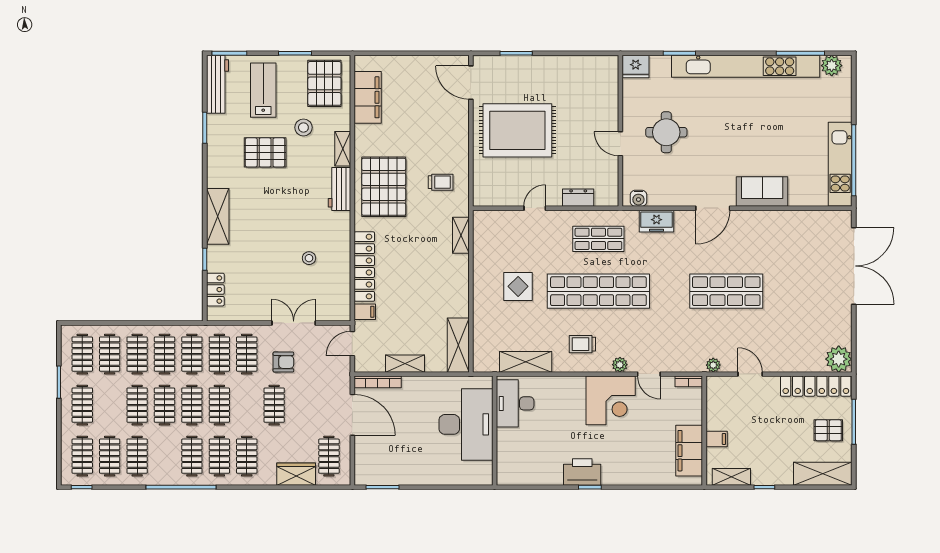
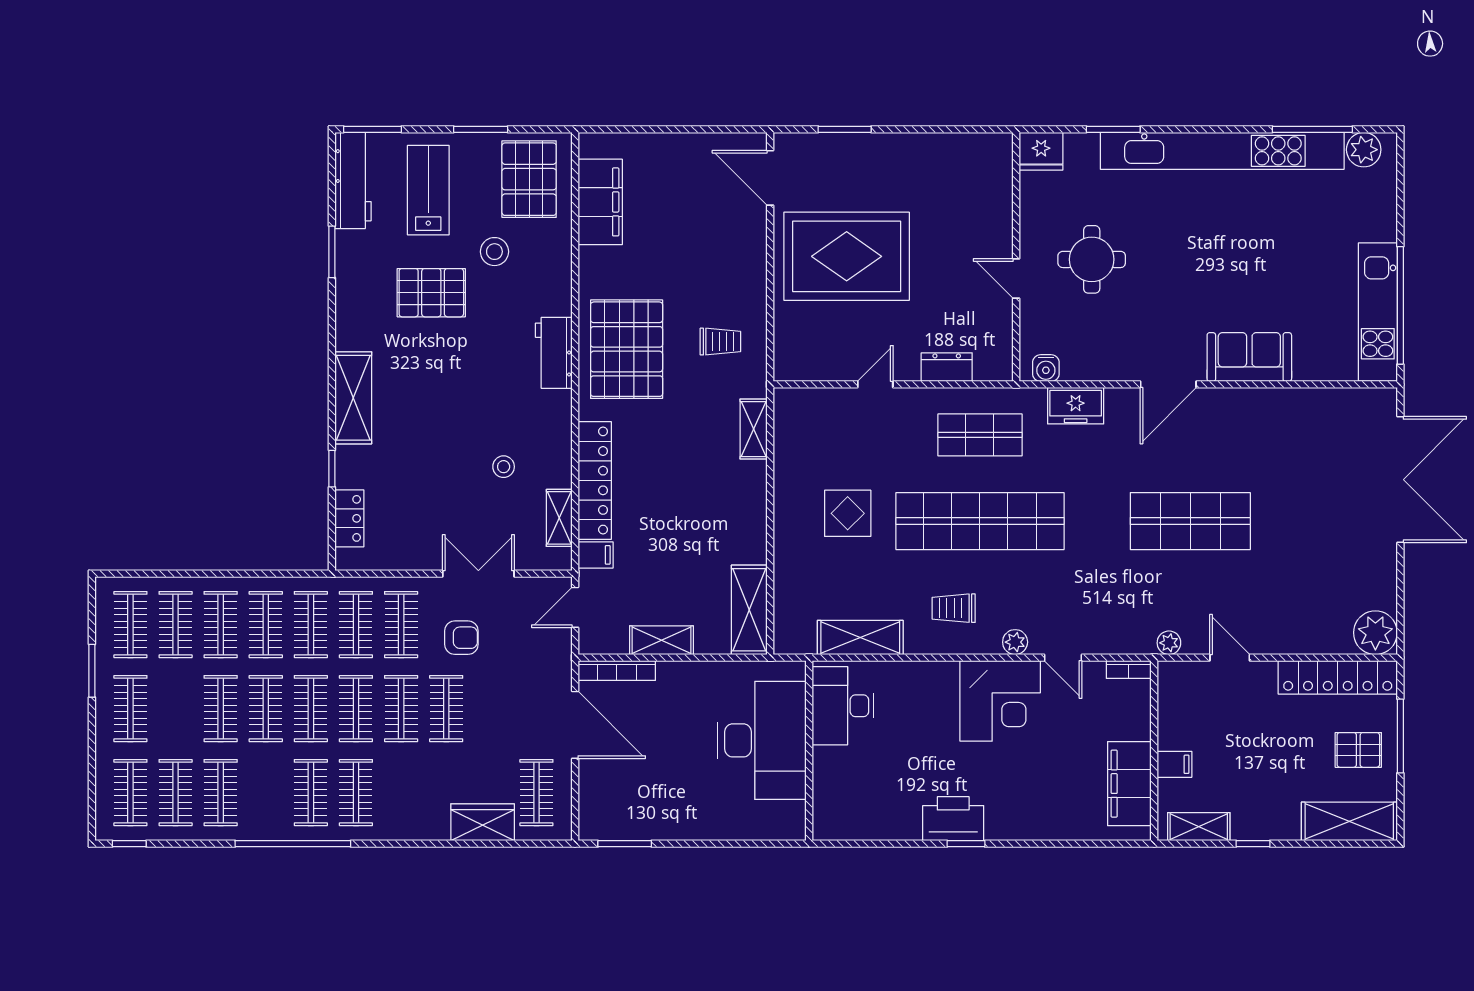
shelving: (343, 149) -> (559, 518), moved
clothes rail: (247, 456) -> (401, 709), moved

